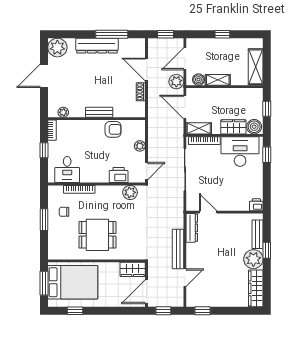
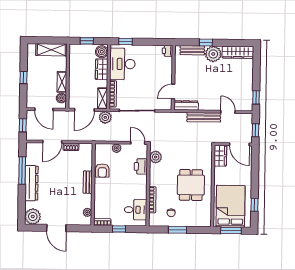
plant: (176, 82) -> (105, 117), moved
armchair: (113, 129) -> (102, 171), turned 180

